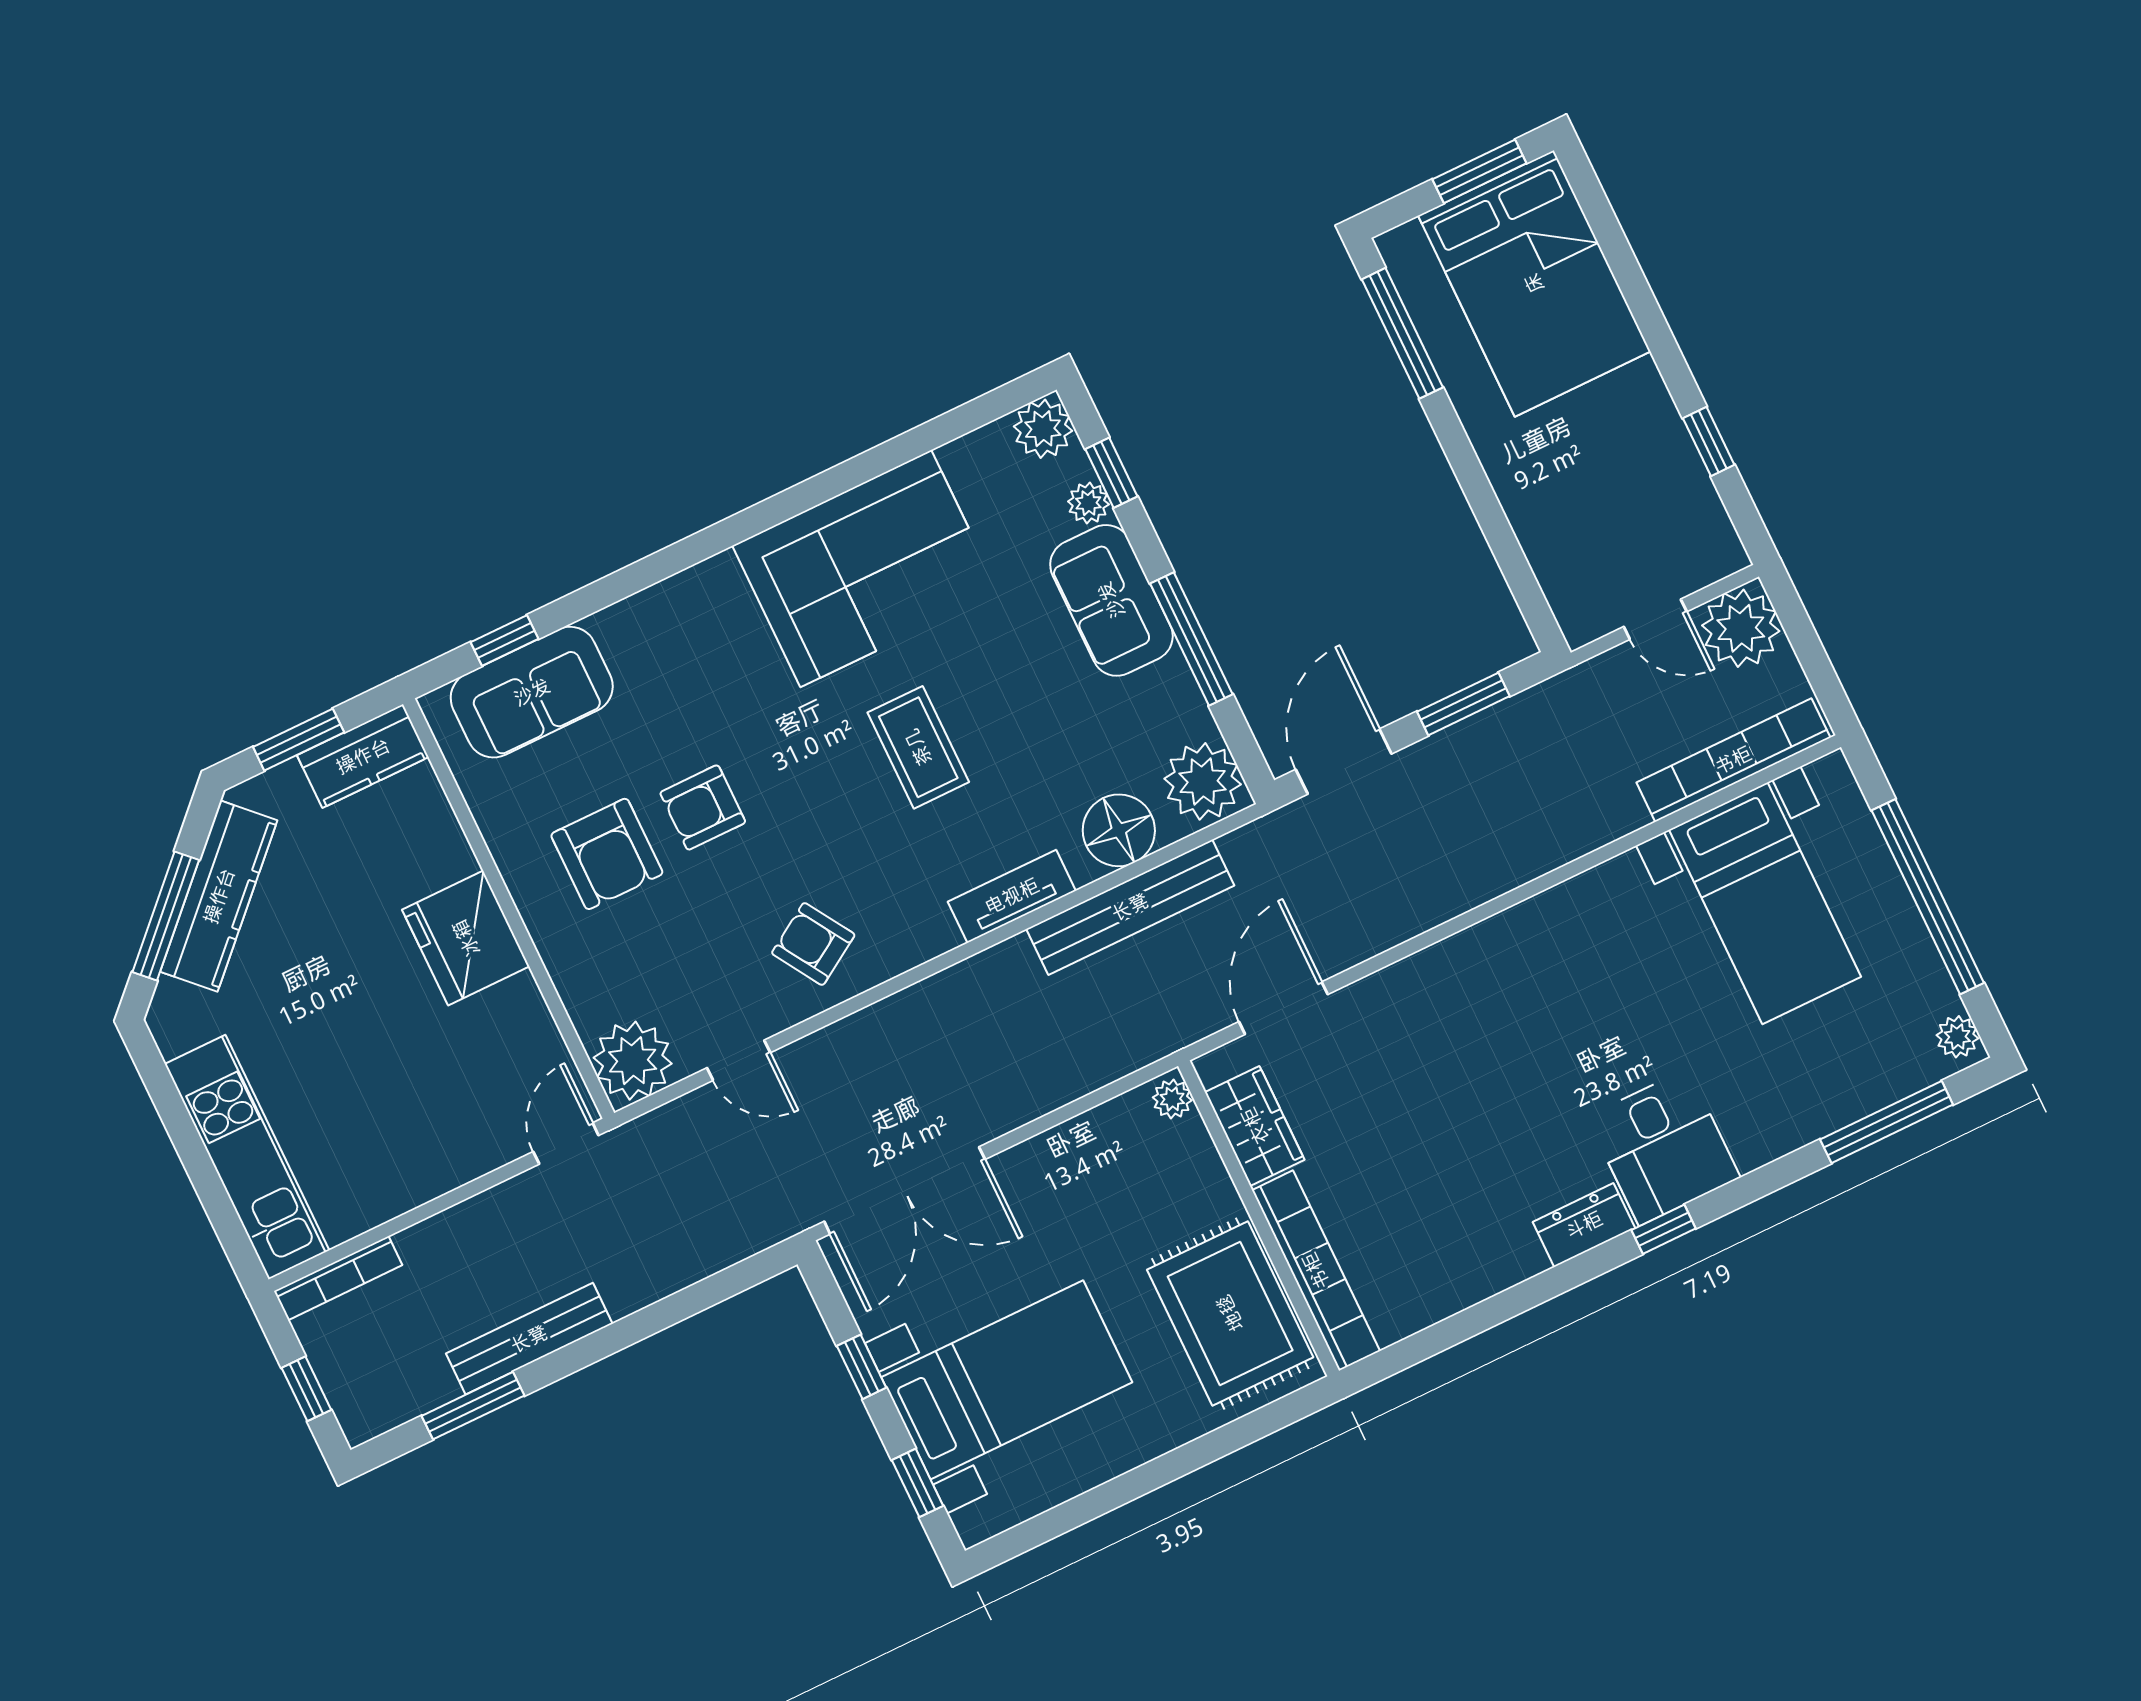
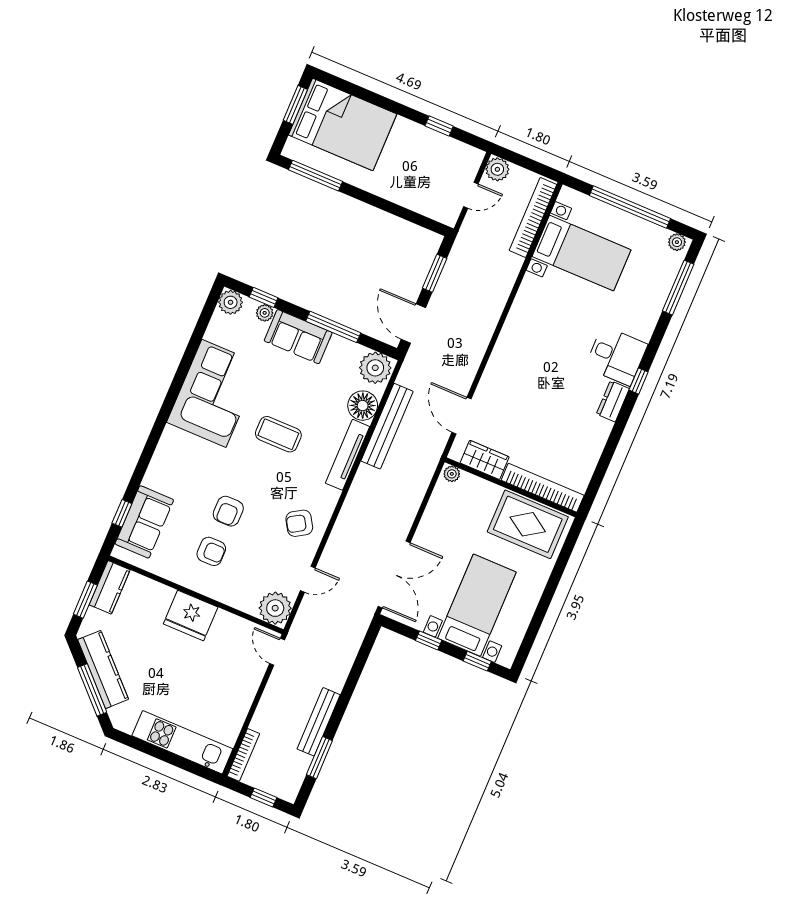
plant: (1741, 628) -> (497, 169), width x0.73, depth x0.73
armchair: (607, 854) -> (211, 551), width x0.72, depth x0.72
tv unit: (1012, 896) -> (348, 455), width x1.41

